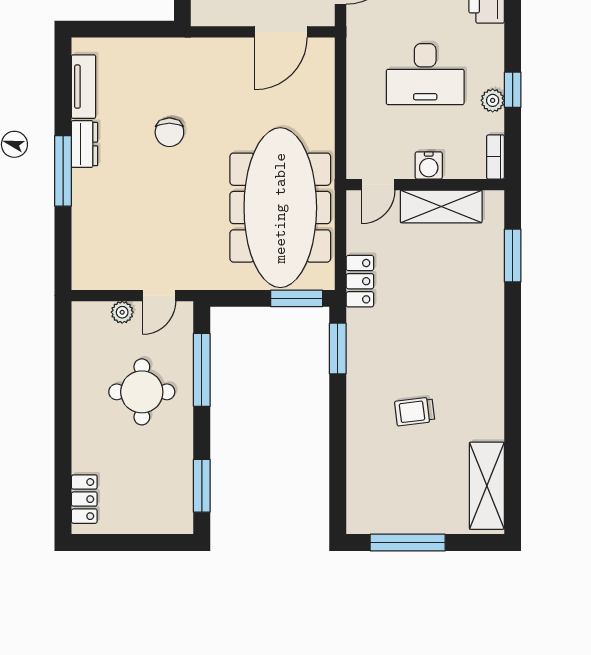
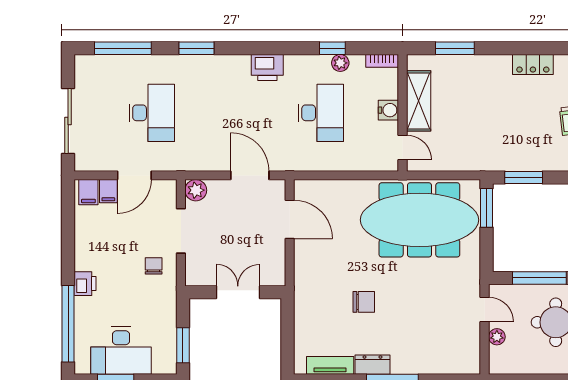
locker: (360, 281) -> (533, 65), moved, turned 180

